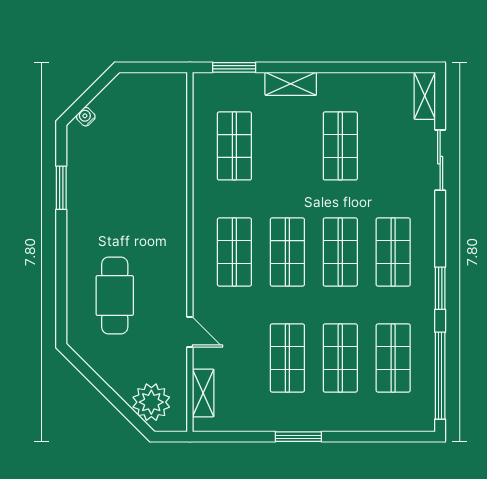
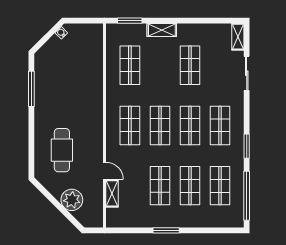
water cooler: (86, 117) -> (61, 33), moved
window: (61, 188) -> (31, 89), width x1.44
shelving: (203, 393) -> (112, 193), moved
plant: (151, 402) -> (72, 200), moved

